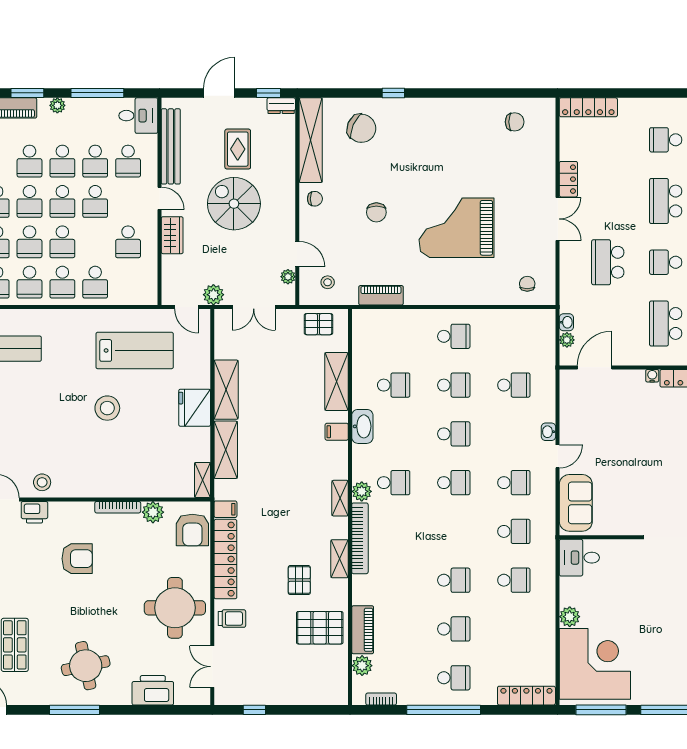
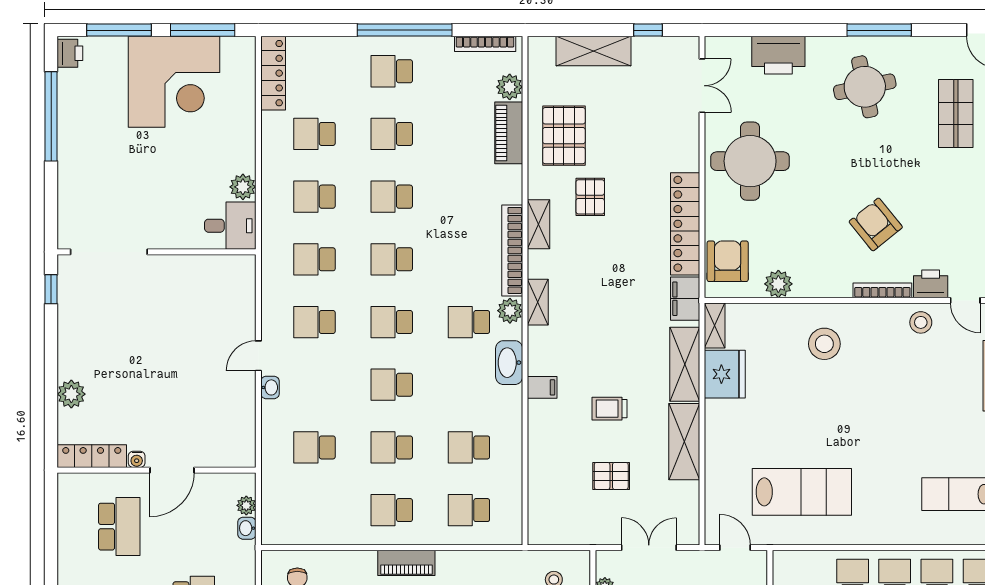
plant: (213, 295) -> (700, 564), removed
piano: (381, 295) -> (406, 563), moved
pallet: (318, 324) -> (611, 476), moved
school desk: (394, 336) -> (469, 510), added
lab bench: (135, 350) -> (802, 492), turned 180
door: (595, 367) -> (172, 470), moved
shelving: (336, 381) -> (594, 51), moved, turned 90
stool: (107, 408) -> (824, 344), moved
fridge: (195, 408) -> (725, 374), moved
washbasin: (362, 426) -> (509, 363), moved
sofa: (576, 503) -> (235, 296), removed
bookcase: (118, 507) -> (882, 290), moved
filing cabinet: (225, 509) -> (685, 299), width x2.00
school desk: (454, 531) -> (392, 259), added
armchair: (77, 559) -> (876, 224), turned 51
plant: (570, 617) -> (243, 187), moved
trolley: (232, 619) -> (609, 409), moved
pallet: (320, 628) -> (564, 136), turned 90
school desk: (514, 629) -> (314, 134), added
corner desk: (595, 664) -> (174, 82), moved, turned -90
locker: (526, 696) -> (273, 73), moved, turned -90
bookcase: (381, 699) -> (485, 44), width x1.56

